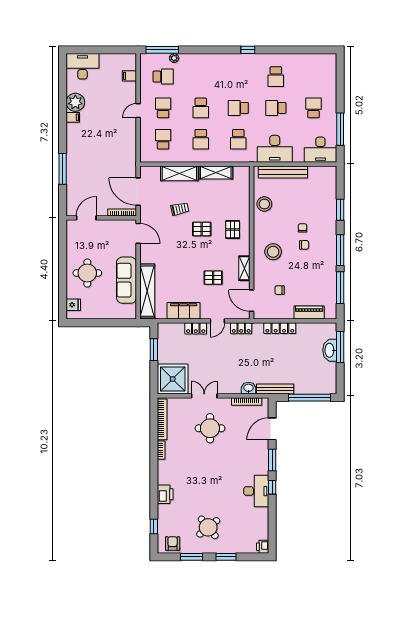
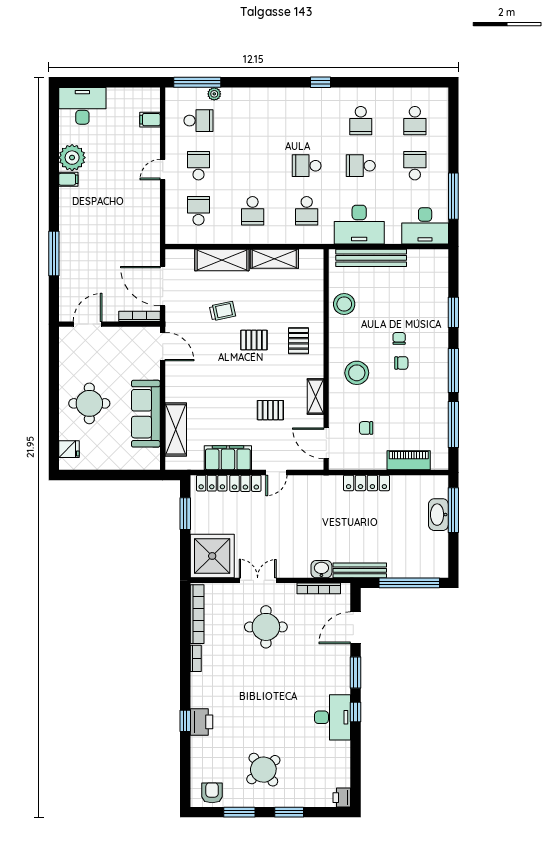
school desk: (201, 108) -> (415, 121), moved
shelving: (147, 291) -> (176, 429), width x0.68
locker: (241, 328) -> (212, 483), moved
window: (154, 526) -> (185, 721), moved

